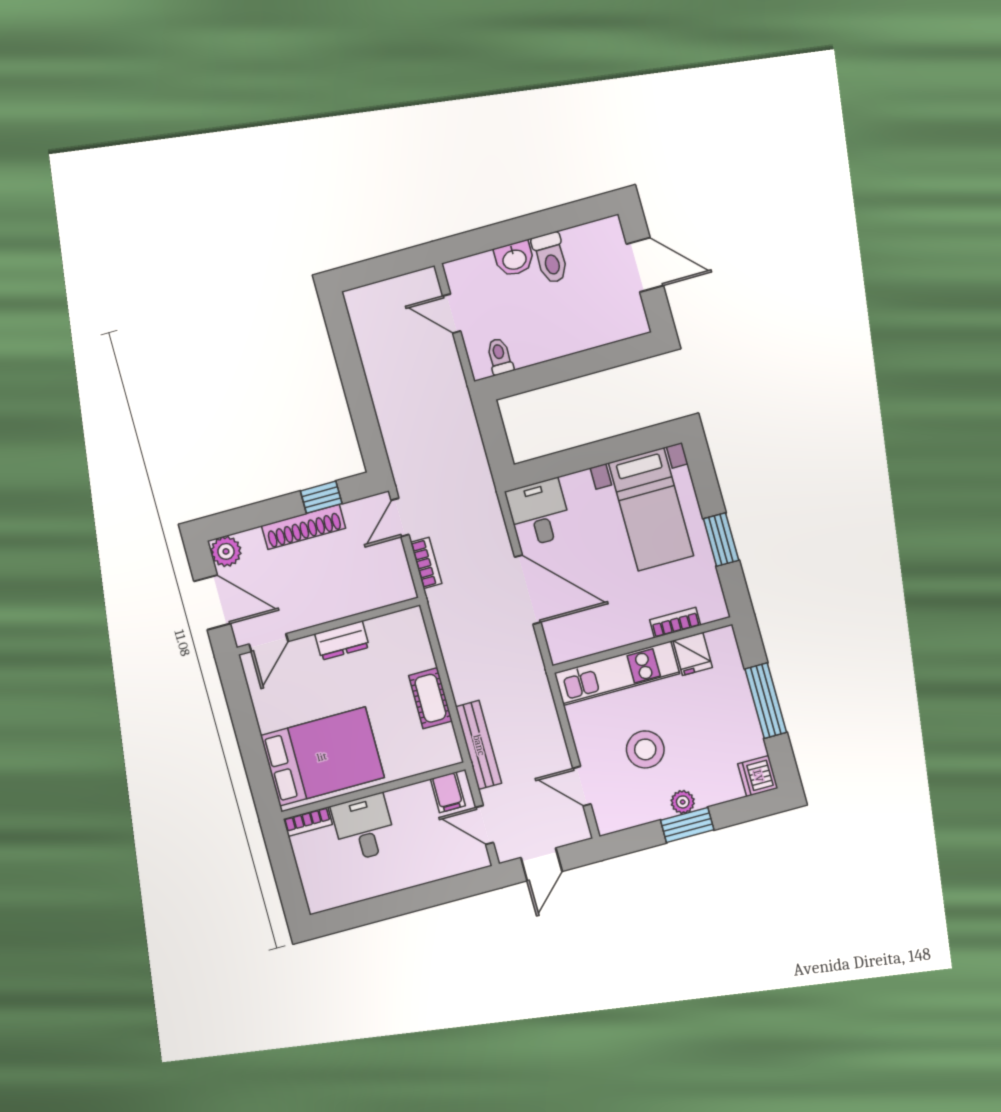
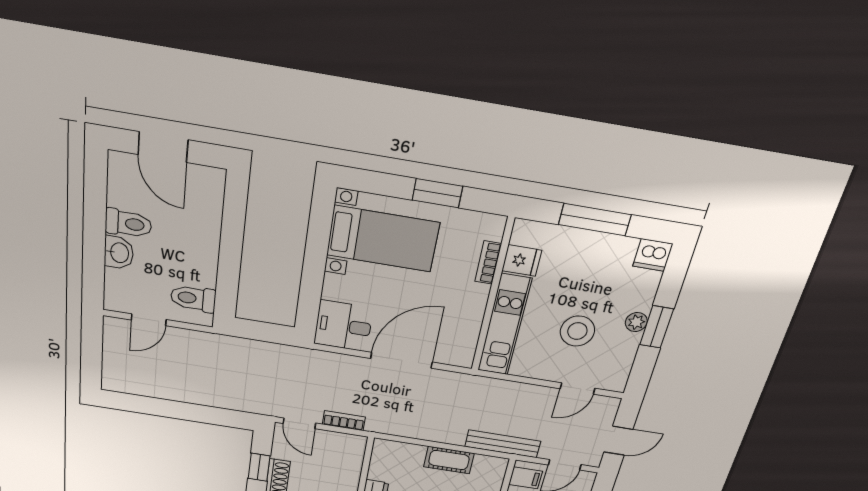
door: (645, 265) -> (163, 147), swing flipped
toilet: (500, 356) -> (193, 298), width x1.37, depth x1.39
door: (541, 864) -> (618, 441), hinge flipped

